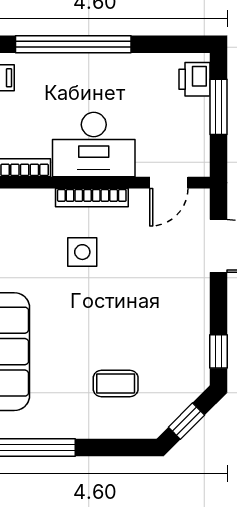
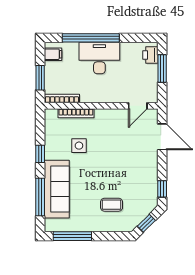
desk: (94, 145) -> (99, 58), moved, turned 180
bookcase: (92, 198) -> (76, 113), moved
side table: (82, 252) -> (79, 146), moved

